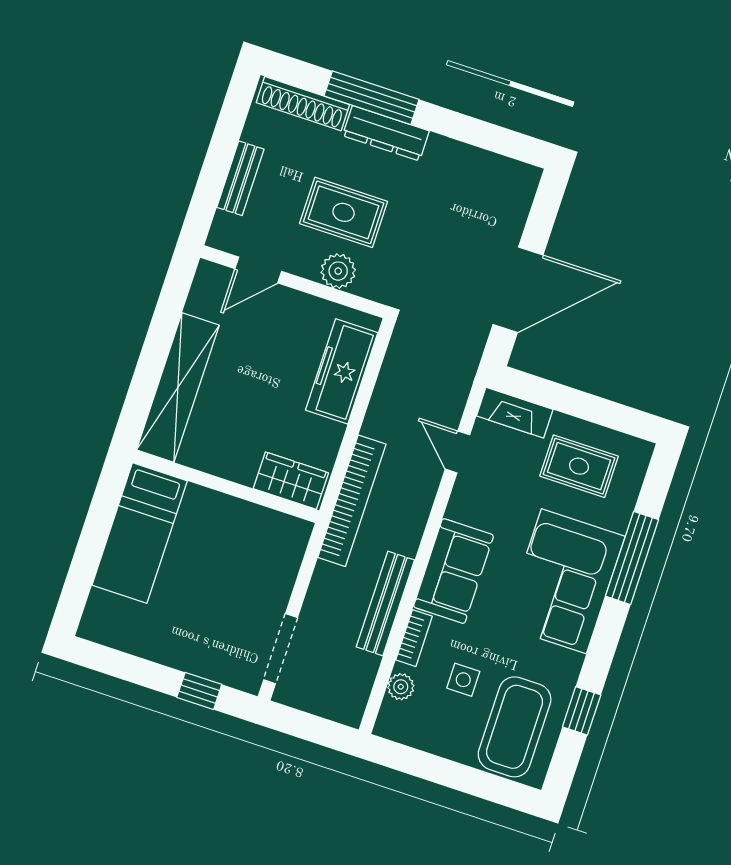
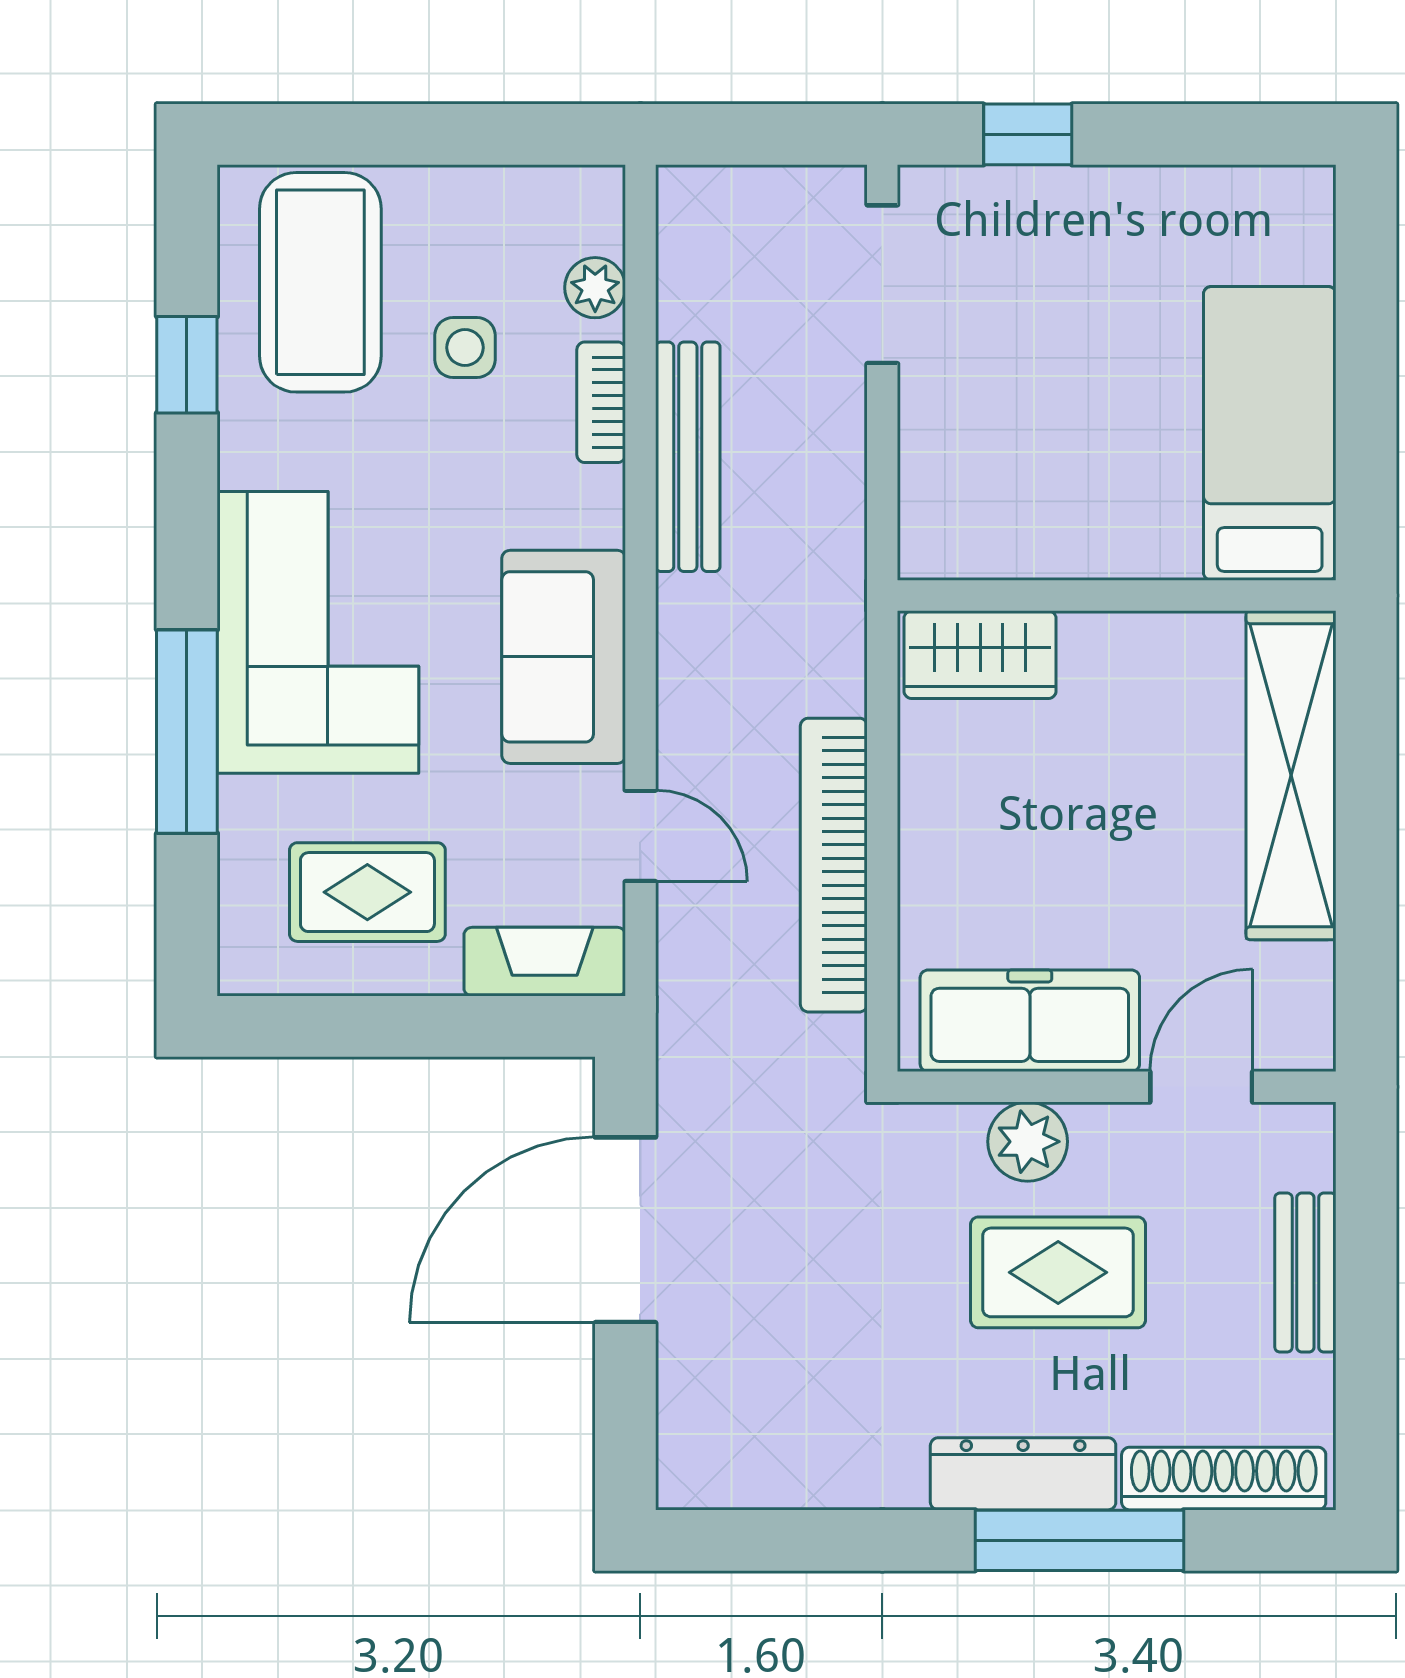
freezer: (342, 371) -> (1030, 1021), moved, turned -90
bookcase: (352, 501) -> (834, 865), moved
sofa: (454, 571) -> (564, 657), moved

